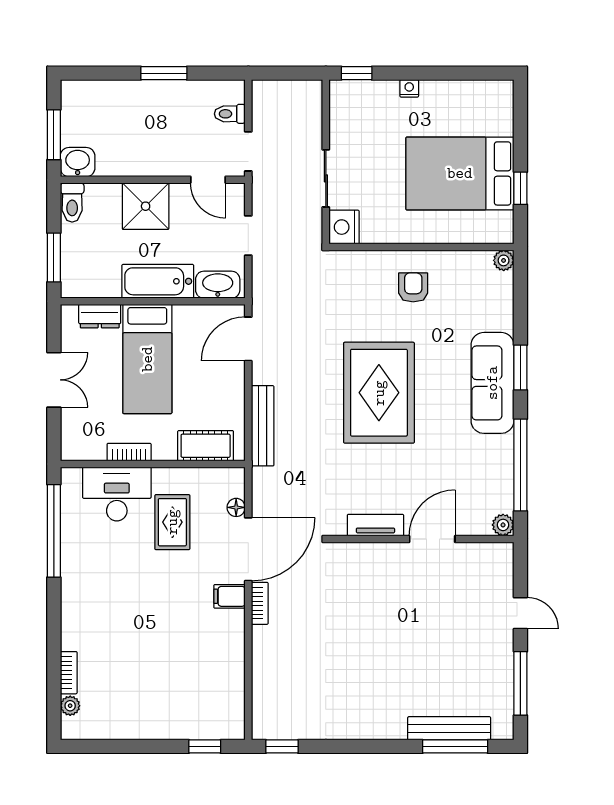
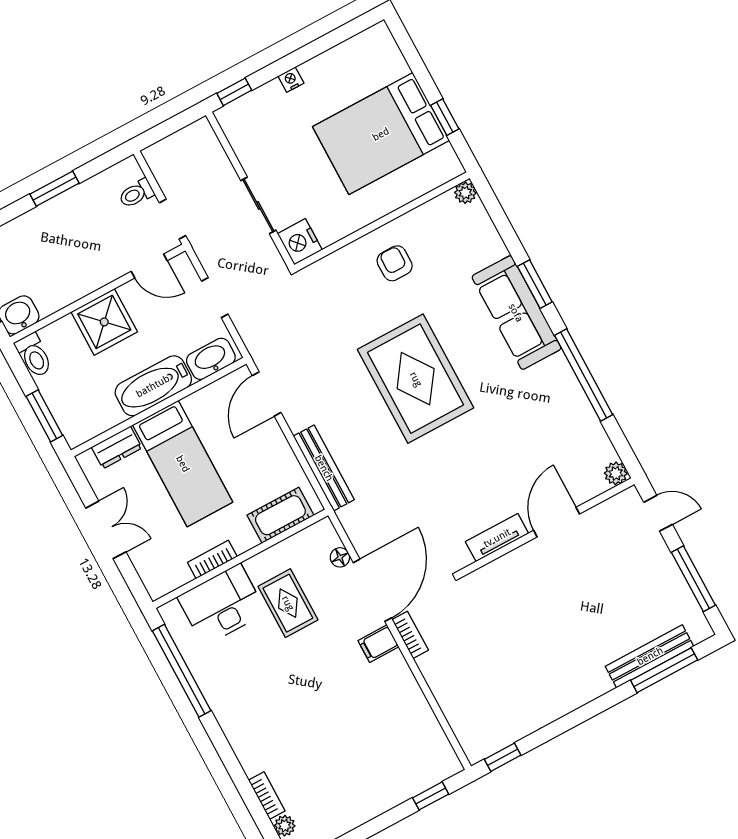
tv unit: (375, 525) -> (497, 538), moved
plant: (503, 525) -> (616, 473), moved
wall: (421, 539) -> (547, 527), moved
door: (432, 539) -> (557, 522), moved

